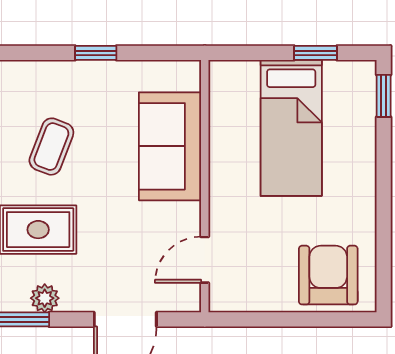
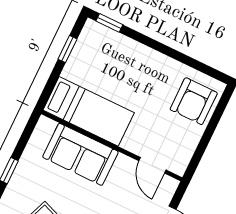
bed: (291, 128) -> (89, 111), moved
armchair: (328, 275) -> (194, 101), turned -90

